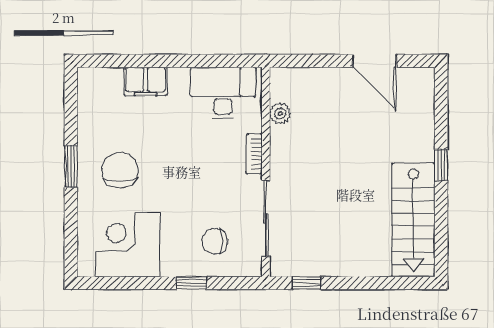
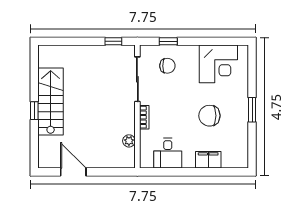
desk: (223, 93) -> (168, 153), width x0.73
chair: (120, 170) -> (209, 116), moved, turned 90
stairs: (413, 220) -> (51, 101), moved
window: (192, 283) -> (168, 41), moved

